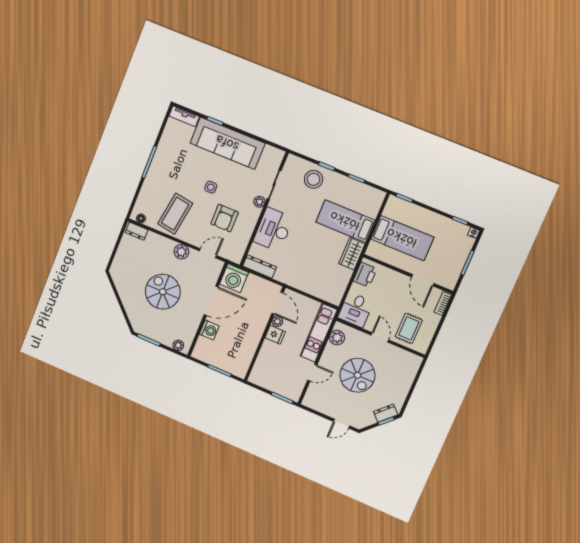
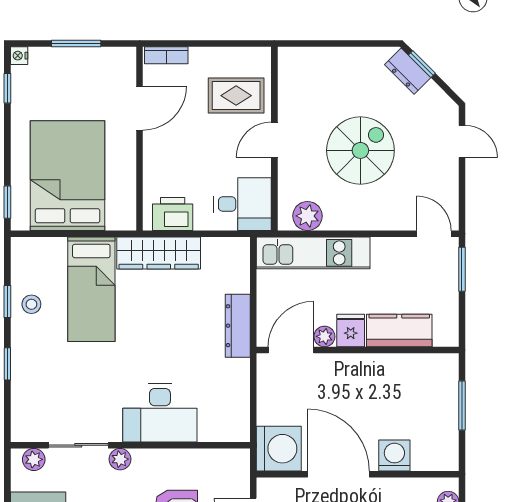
plant: (276, 161) -> (34, 459), added
stool: (314, 179) -> (31, 304), moved, width x0.53, depth x0.53
bed: (402, 238) -> (68, 176), width x1.50
wardrobe: (352, 254) -> (159, 253), width x1.50
dresser: (260, 267) -> (238, 326), moved
kitchen counter: (266, 357) -> (399, 331), added
door: (312, 373) -> (434, 234), moved

